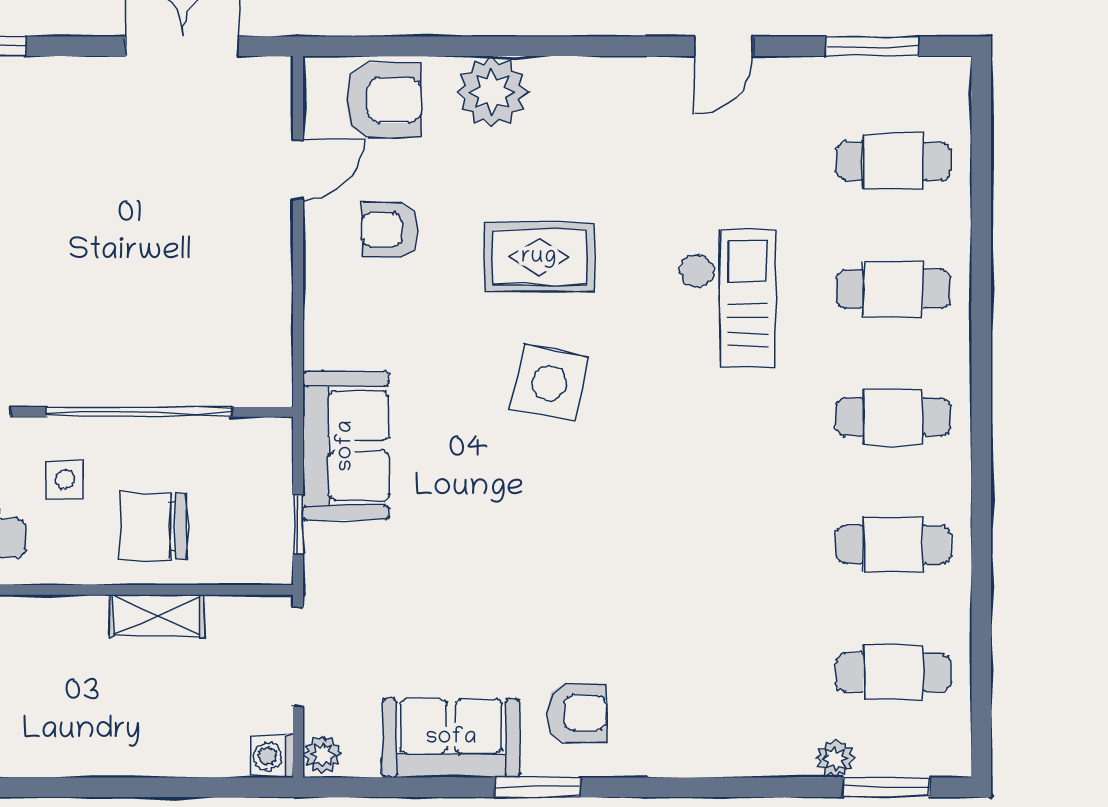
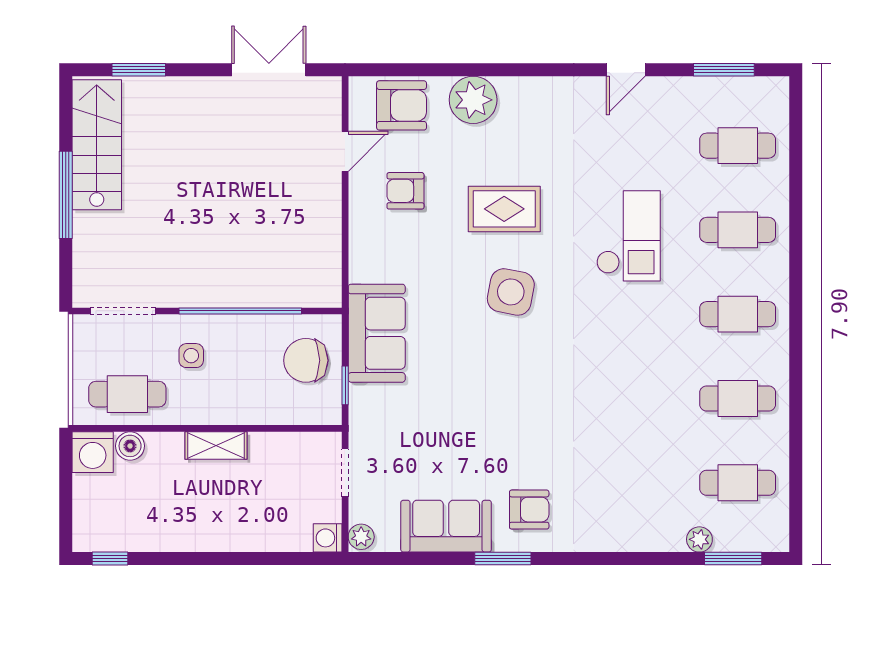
chair: (153, 526) -> (306, 360), moved
shelving: (156, 616) -> (216, 446), moved
doorway: (298, 657) -> (345, 473), width x0.73

